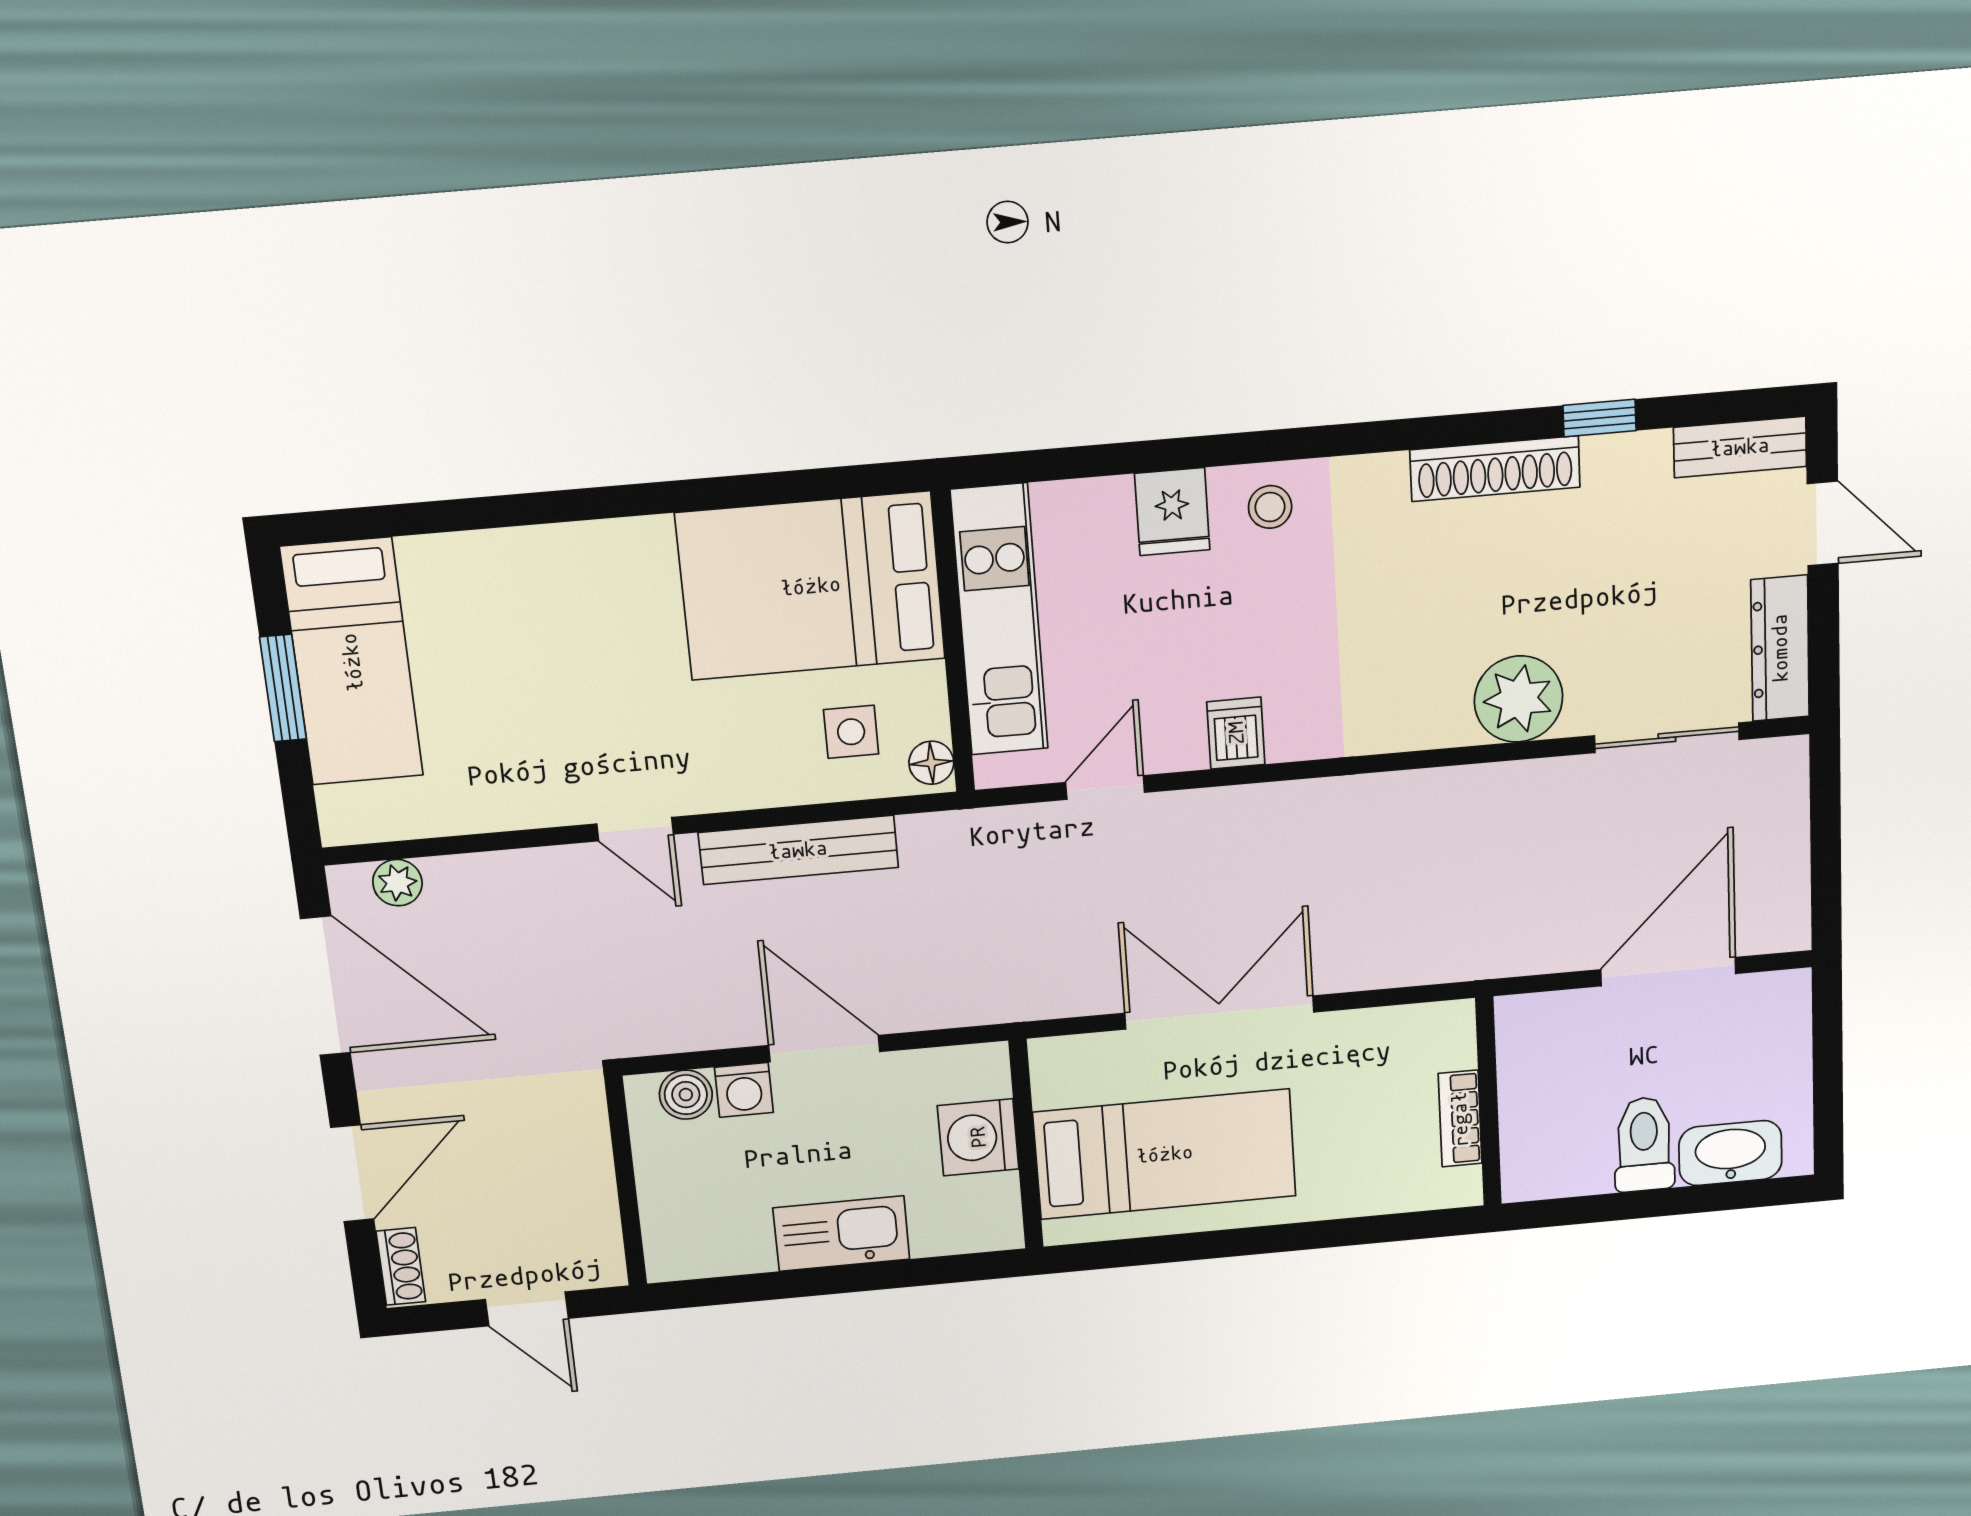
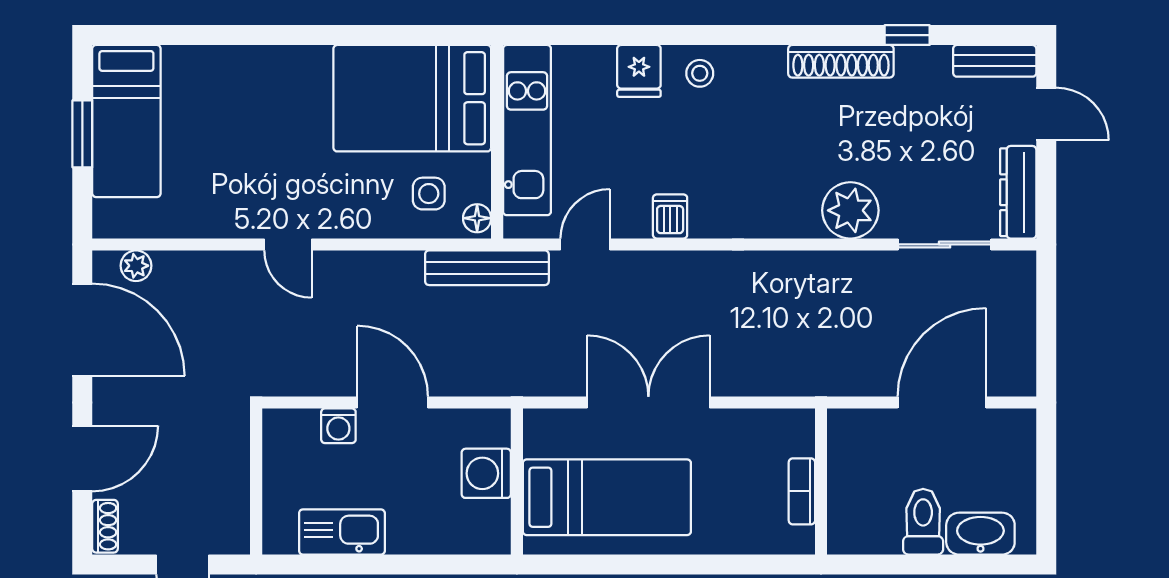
bench: (798, 850) -> (487, 268), moved
boiler: (686, 1095) -> (301, 425), removed
kitchen sink: (841, 1234) -> (342, 532), moved

